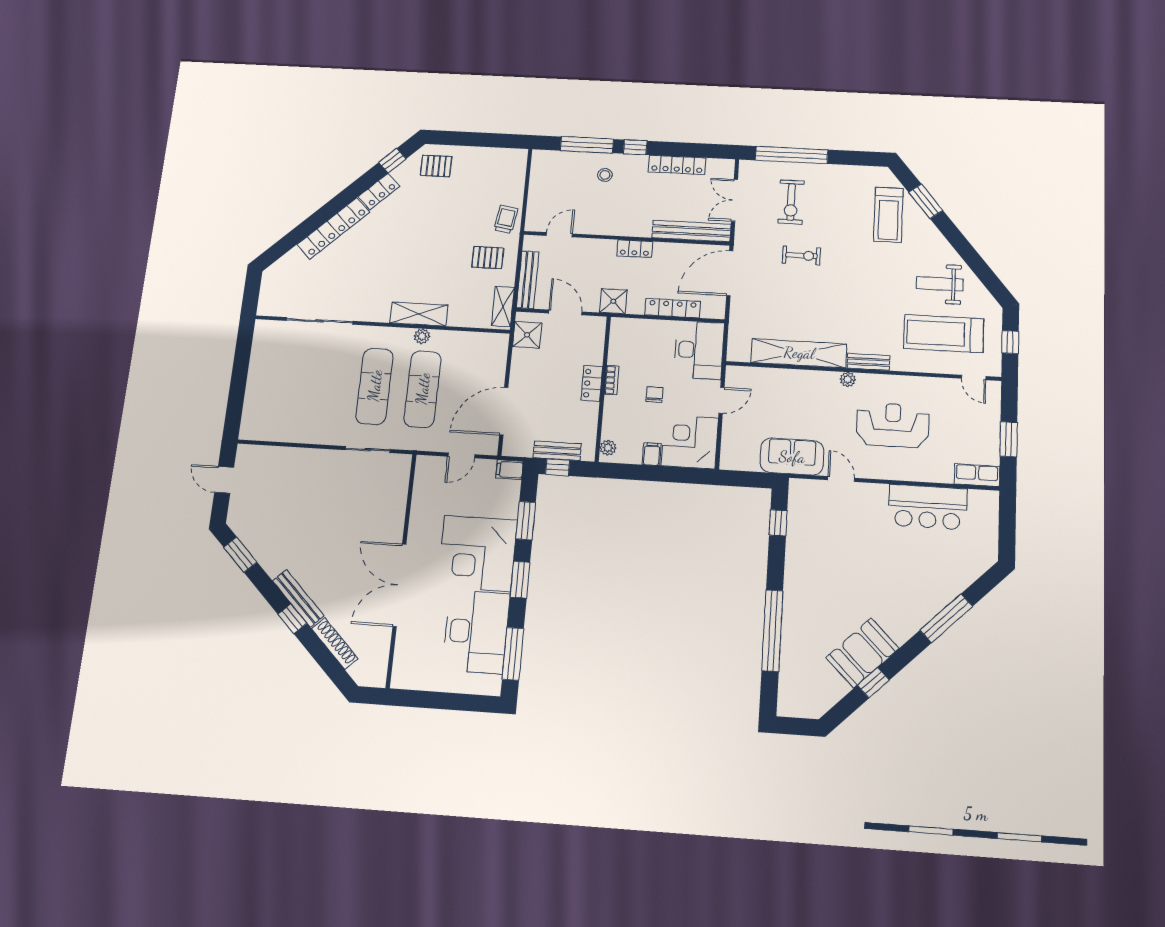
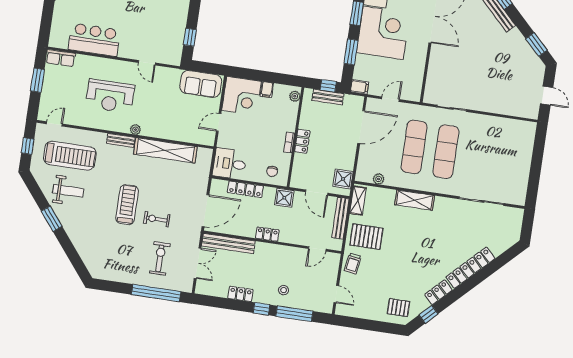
locker: (677, 165) -> (241, 294), width x0.66
door: (528, 176) -> (336, 294), added
window: (926, 201) -> (52, 219), moved
treadmill: (888, 215) -> (127, 205), moved
pallet: (488, 258) -> (366, 237), width x1.50, depth x1.42
plant: (422, 336) -> (379, 179), moved
desk: (699, 350) -> (230, 164), width x0.73
door: (974, 377) -> (54, 124), hinge flipped
chair: (654, 395) -> (272, 171), moved
sofa: (792, 457) -> (201, 84), moved

